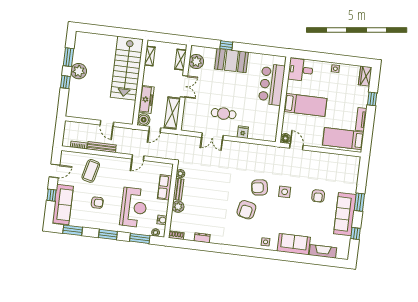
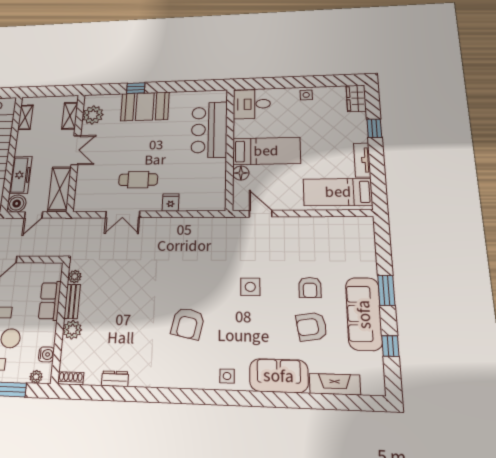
floor lamp: (285, 138) -> (241, 173), moved
armchair: (260, 187) -> (312, 327), moved

